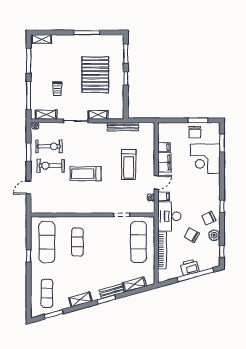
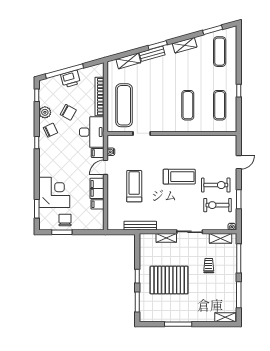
pallet: (95, 75) -> (169, 280), turned 90
exercise mat: (47, 242) -> (220, 105), width x0.73, depth x0.69

